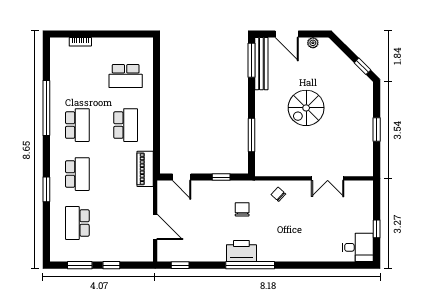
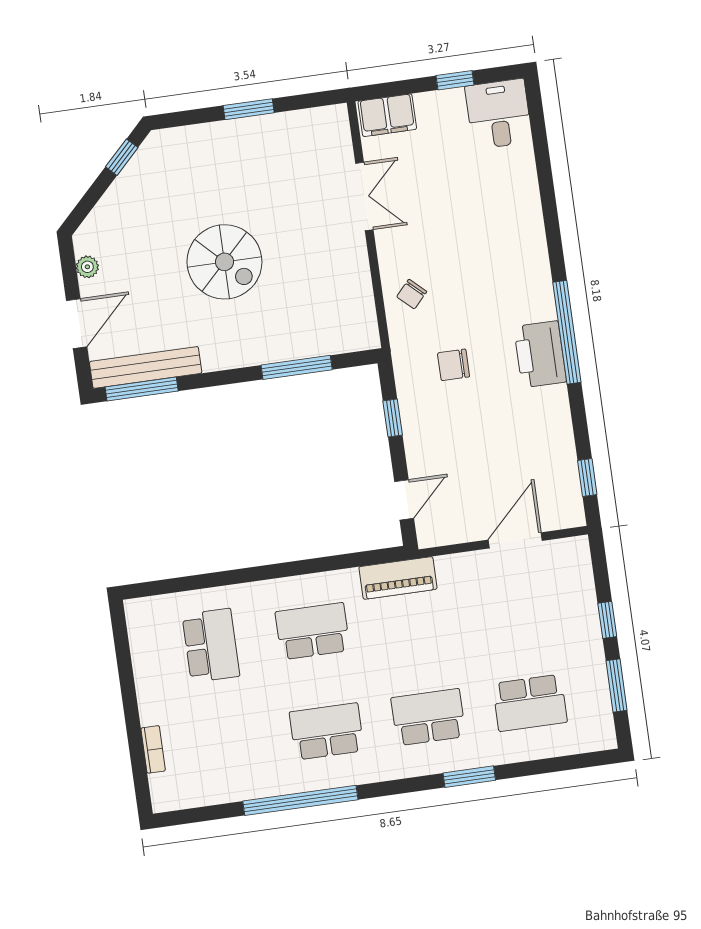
filing cabinet: (365, 195) -> (387, 115), added

